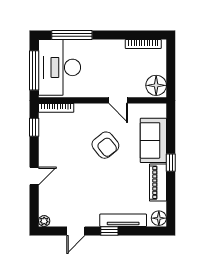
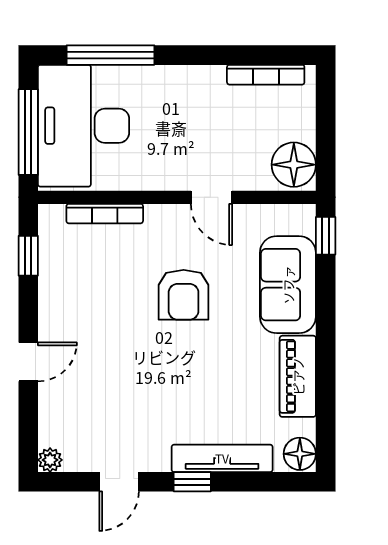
bookcase: (56, 108) -> (105, 214), moved
armchair: (105, 145) -> (184, 295), turned 39
window: (171, 163) -> (326, 236), moved

